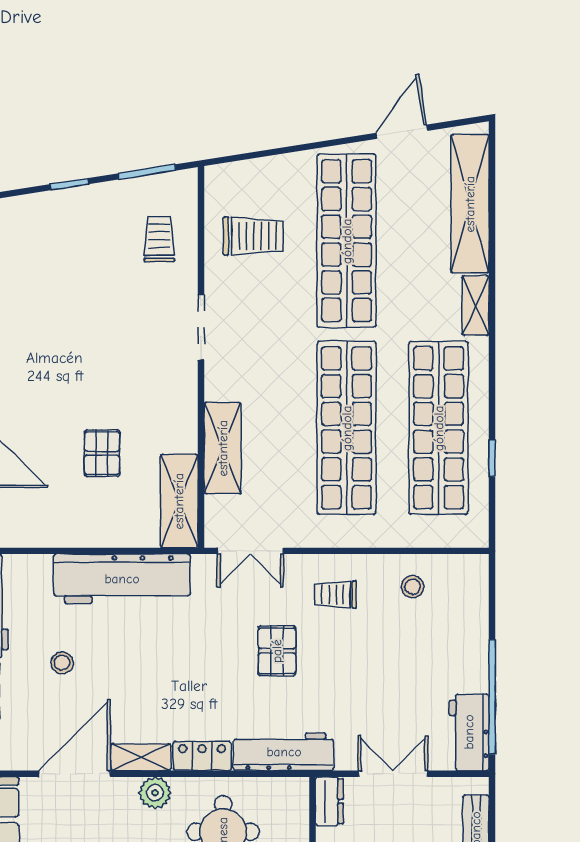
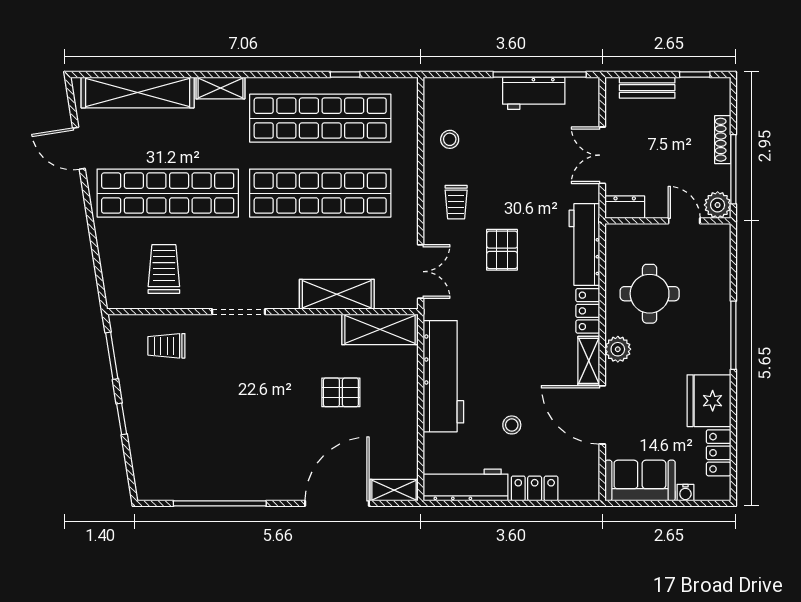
pallet: (277, 651) -> (502, 250), turned 90
workbench: (469, 732) -> (534, 93), moved

